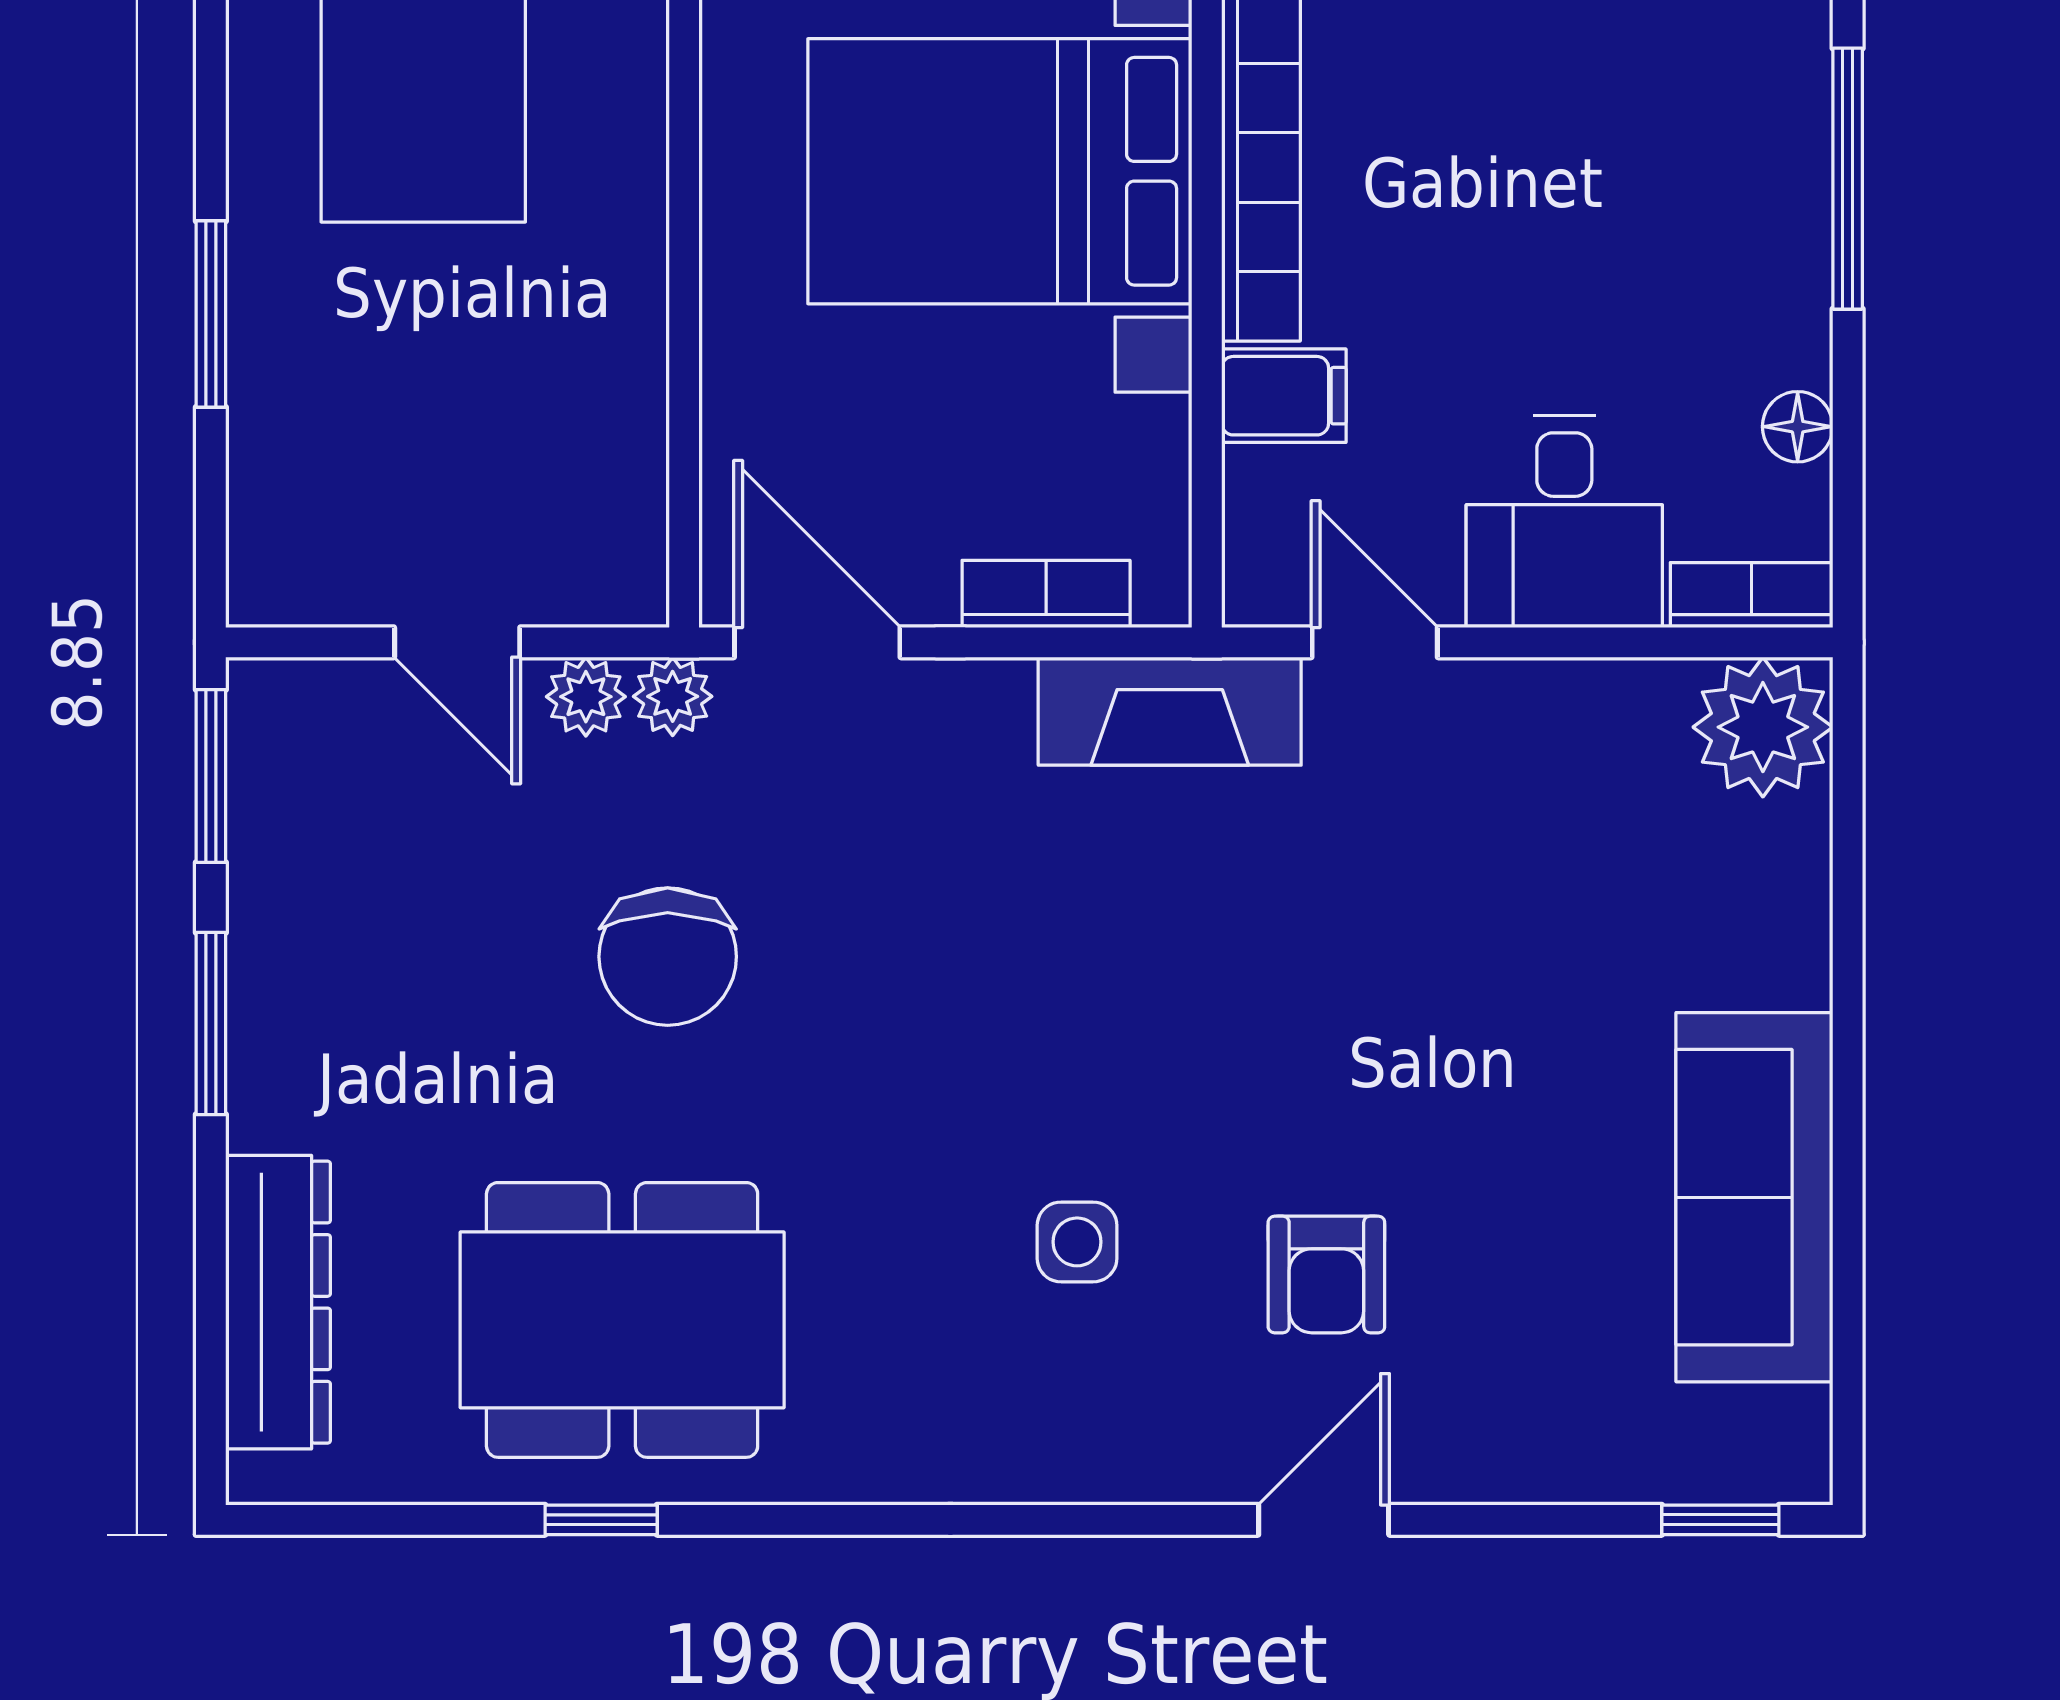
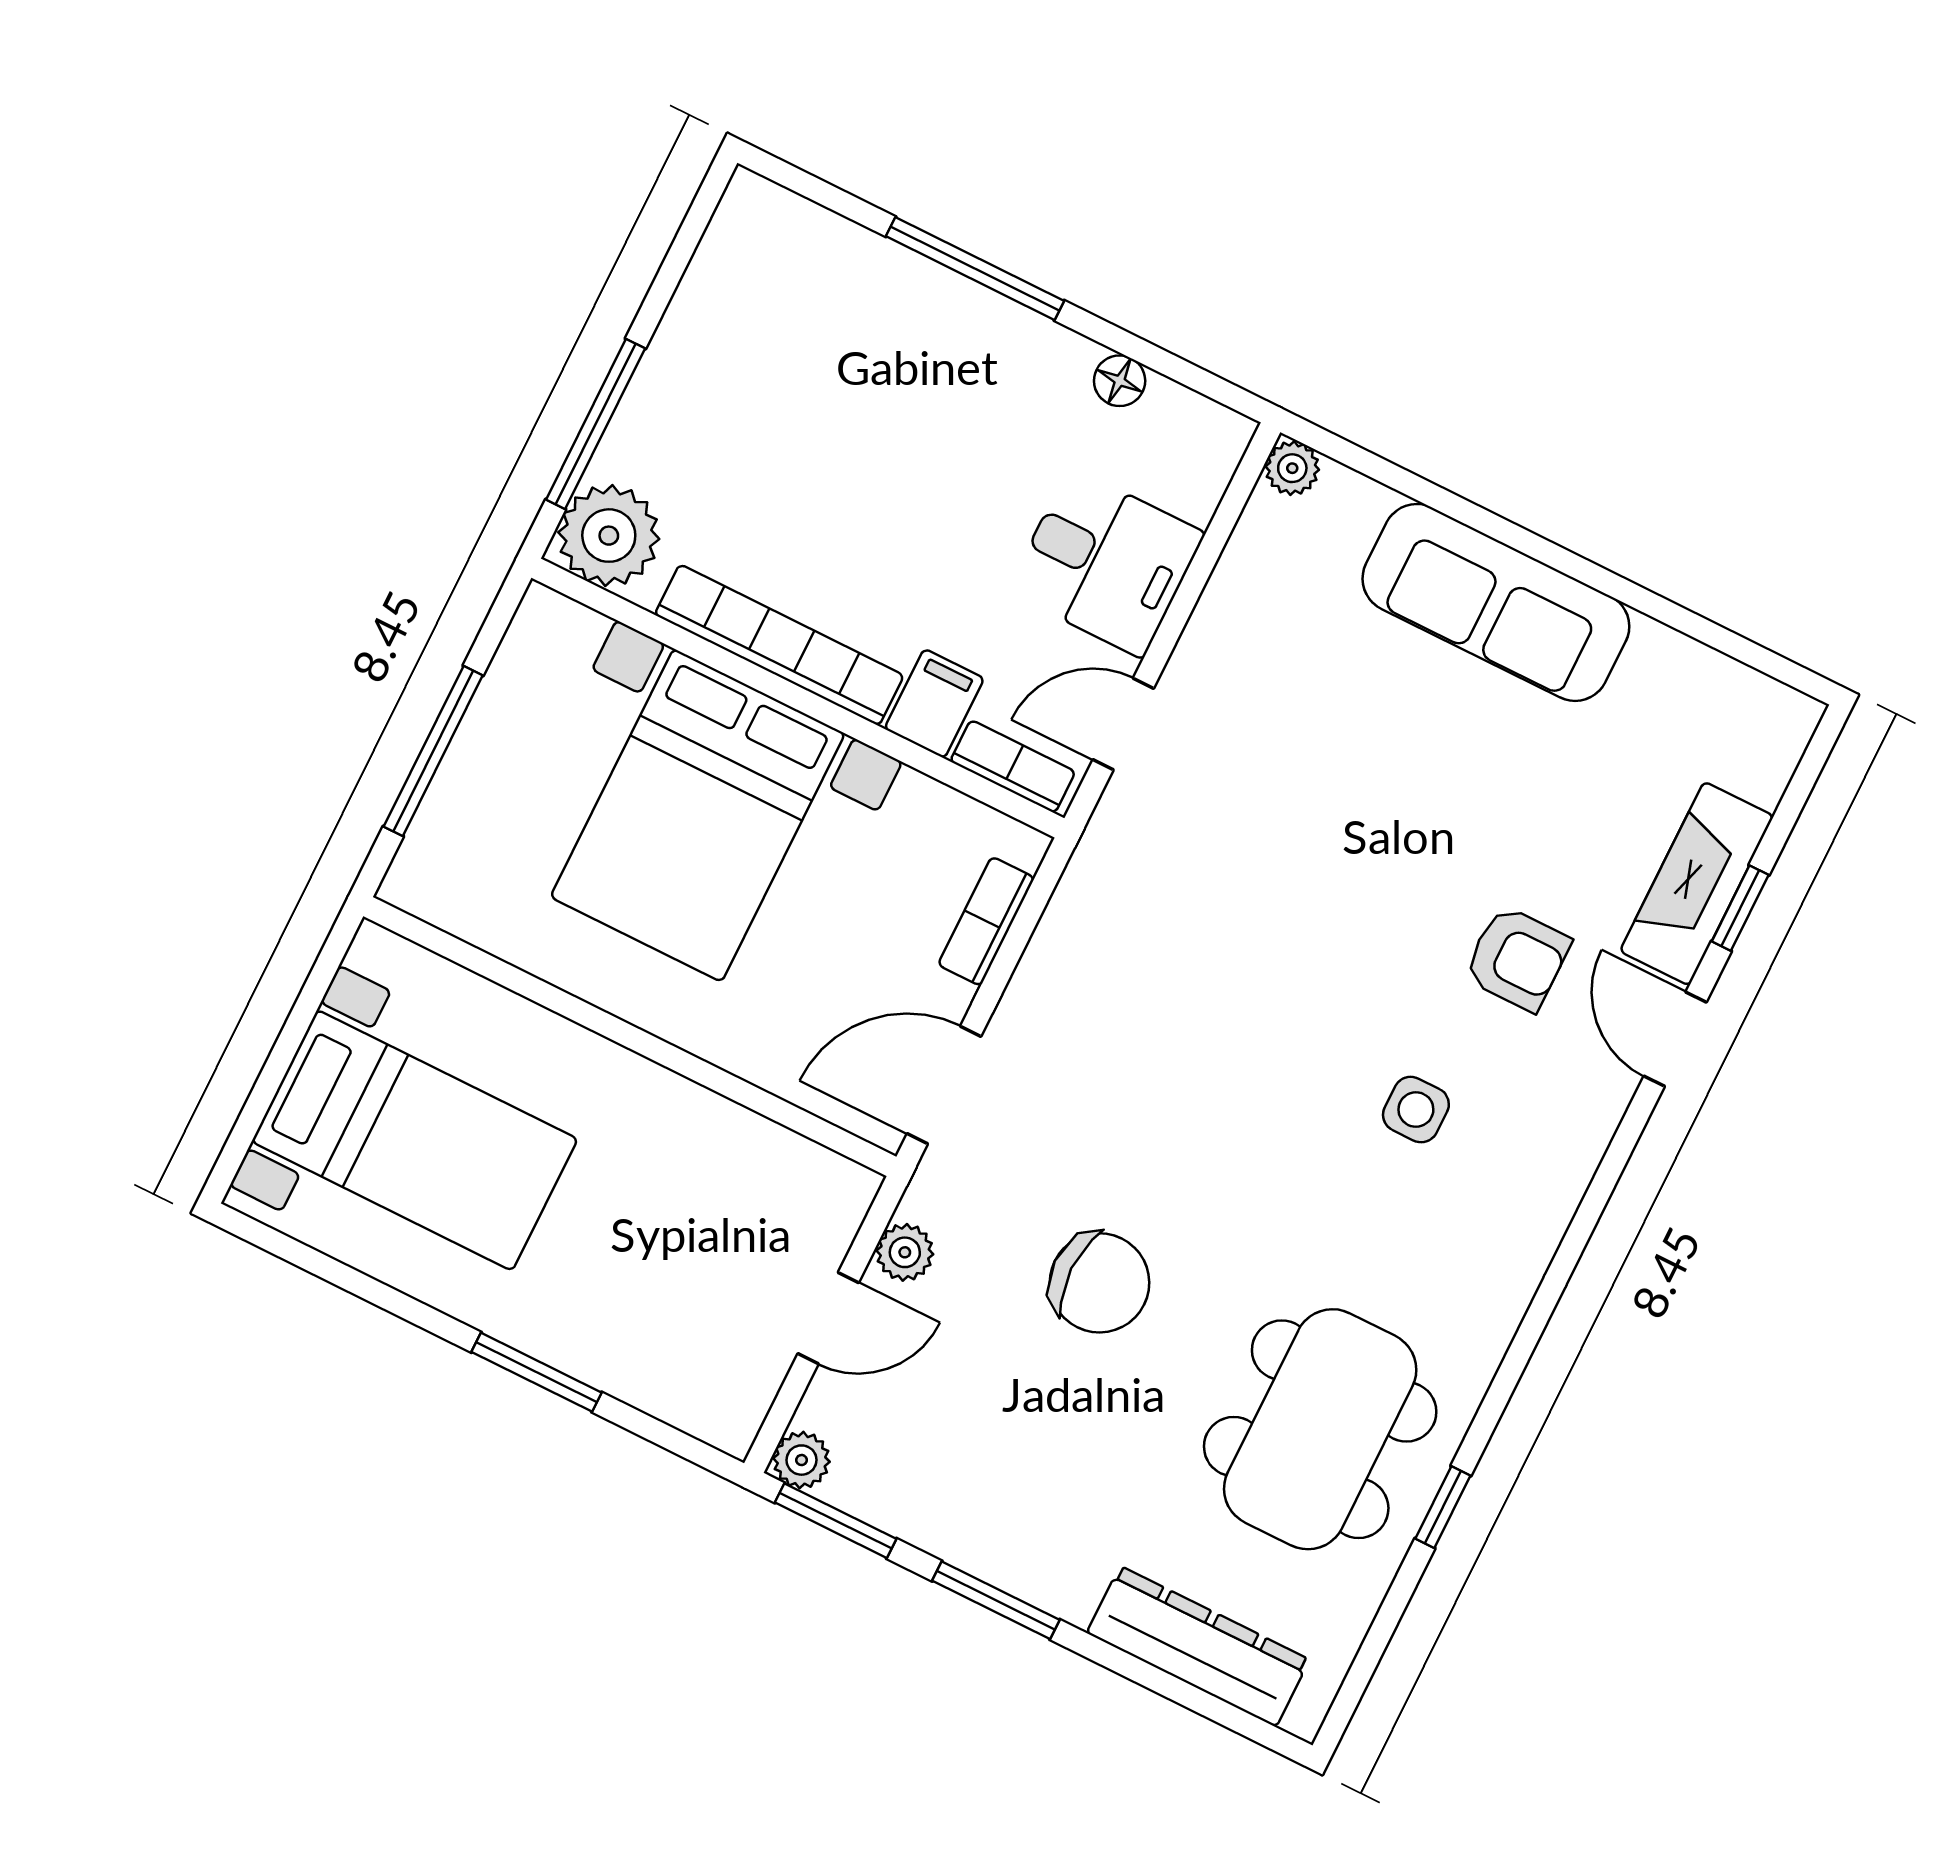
bookcase: (1752, 595) -> (1013, 766), moved, turned 90
plant: (673, 696) -> (802, 1460), moved
fireplace: (1170, 711) -> (1697, 884), moved, turned 180
plant: (1763, 727) -> (1292, 468), width x0.53, depth x0.53
sofa: (1754, 1197) -> (1496, 602), moved
window: (1720, 1520) -> (1740, 908), moved

